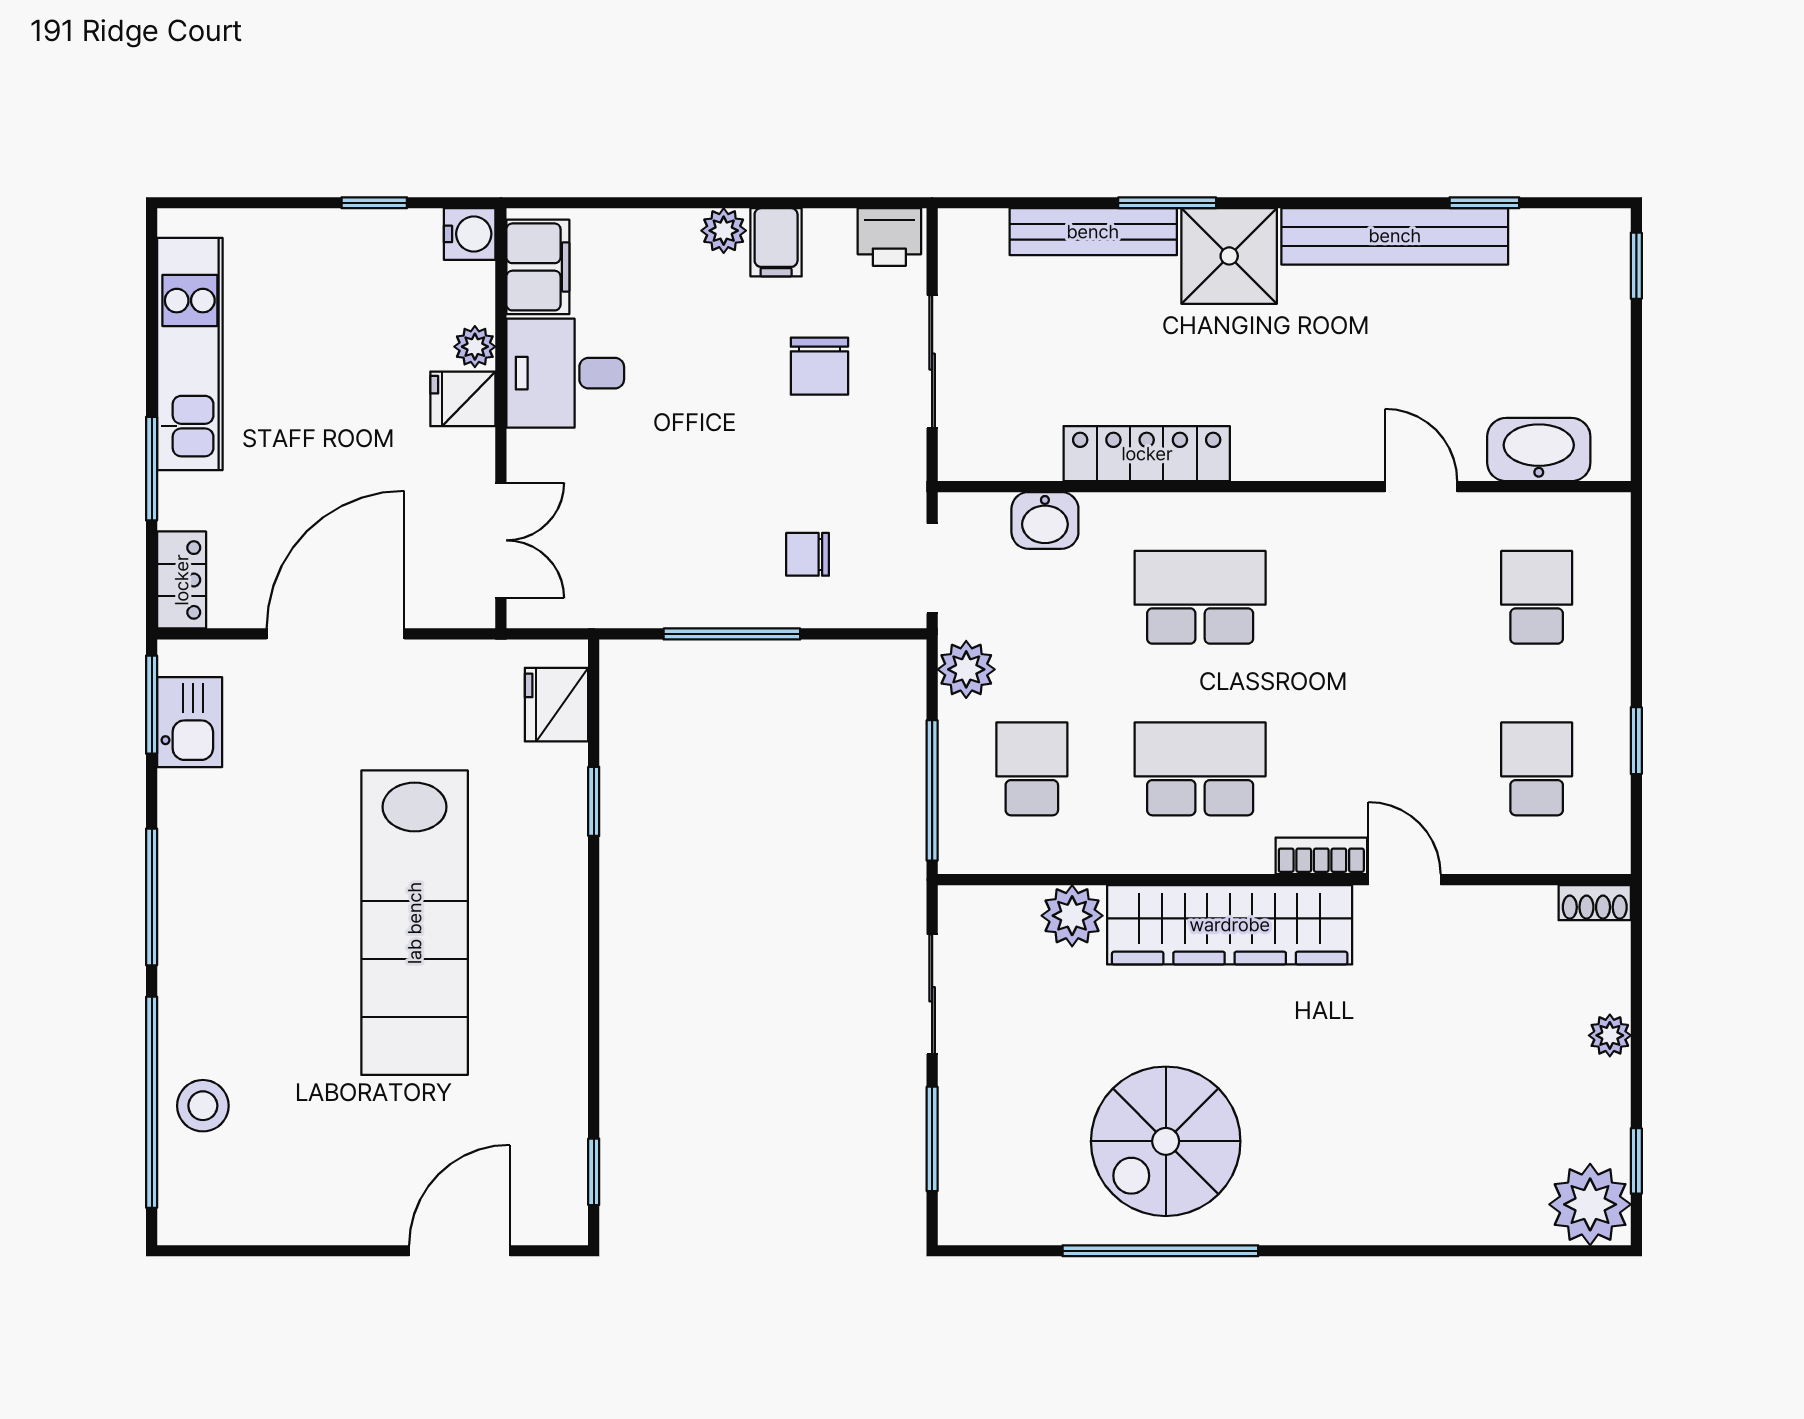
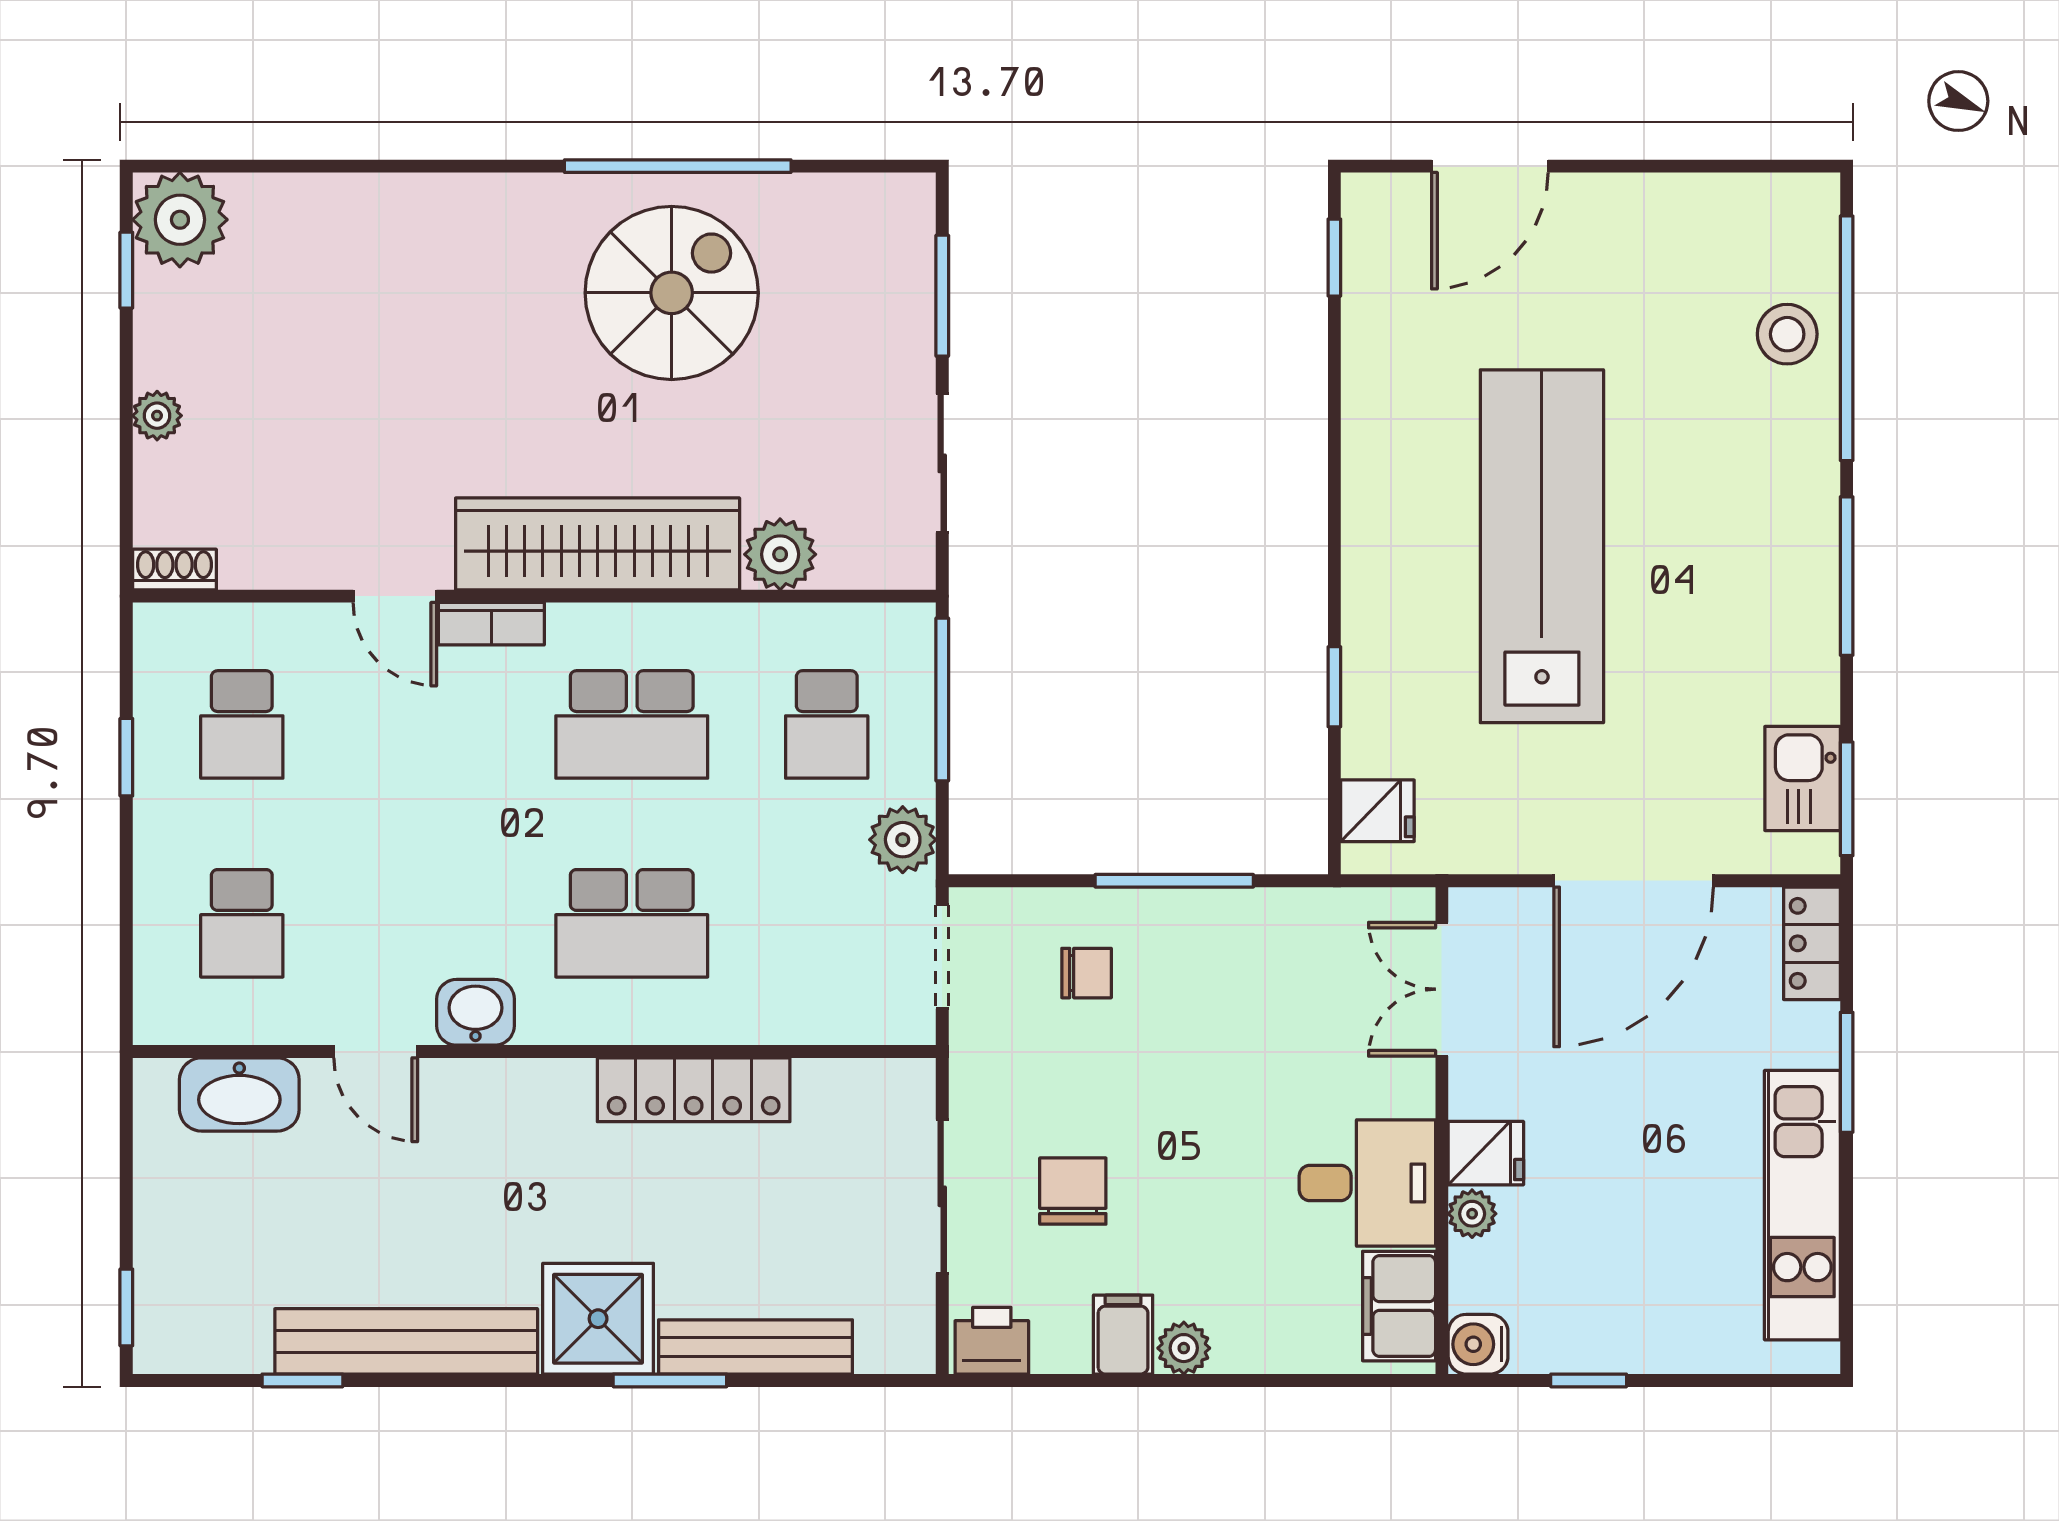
washbasin: (1045, 520) -> (476, 1012), moved
fridge: (557, 705) -> (1377, 811), width x0.72

